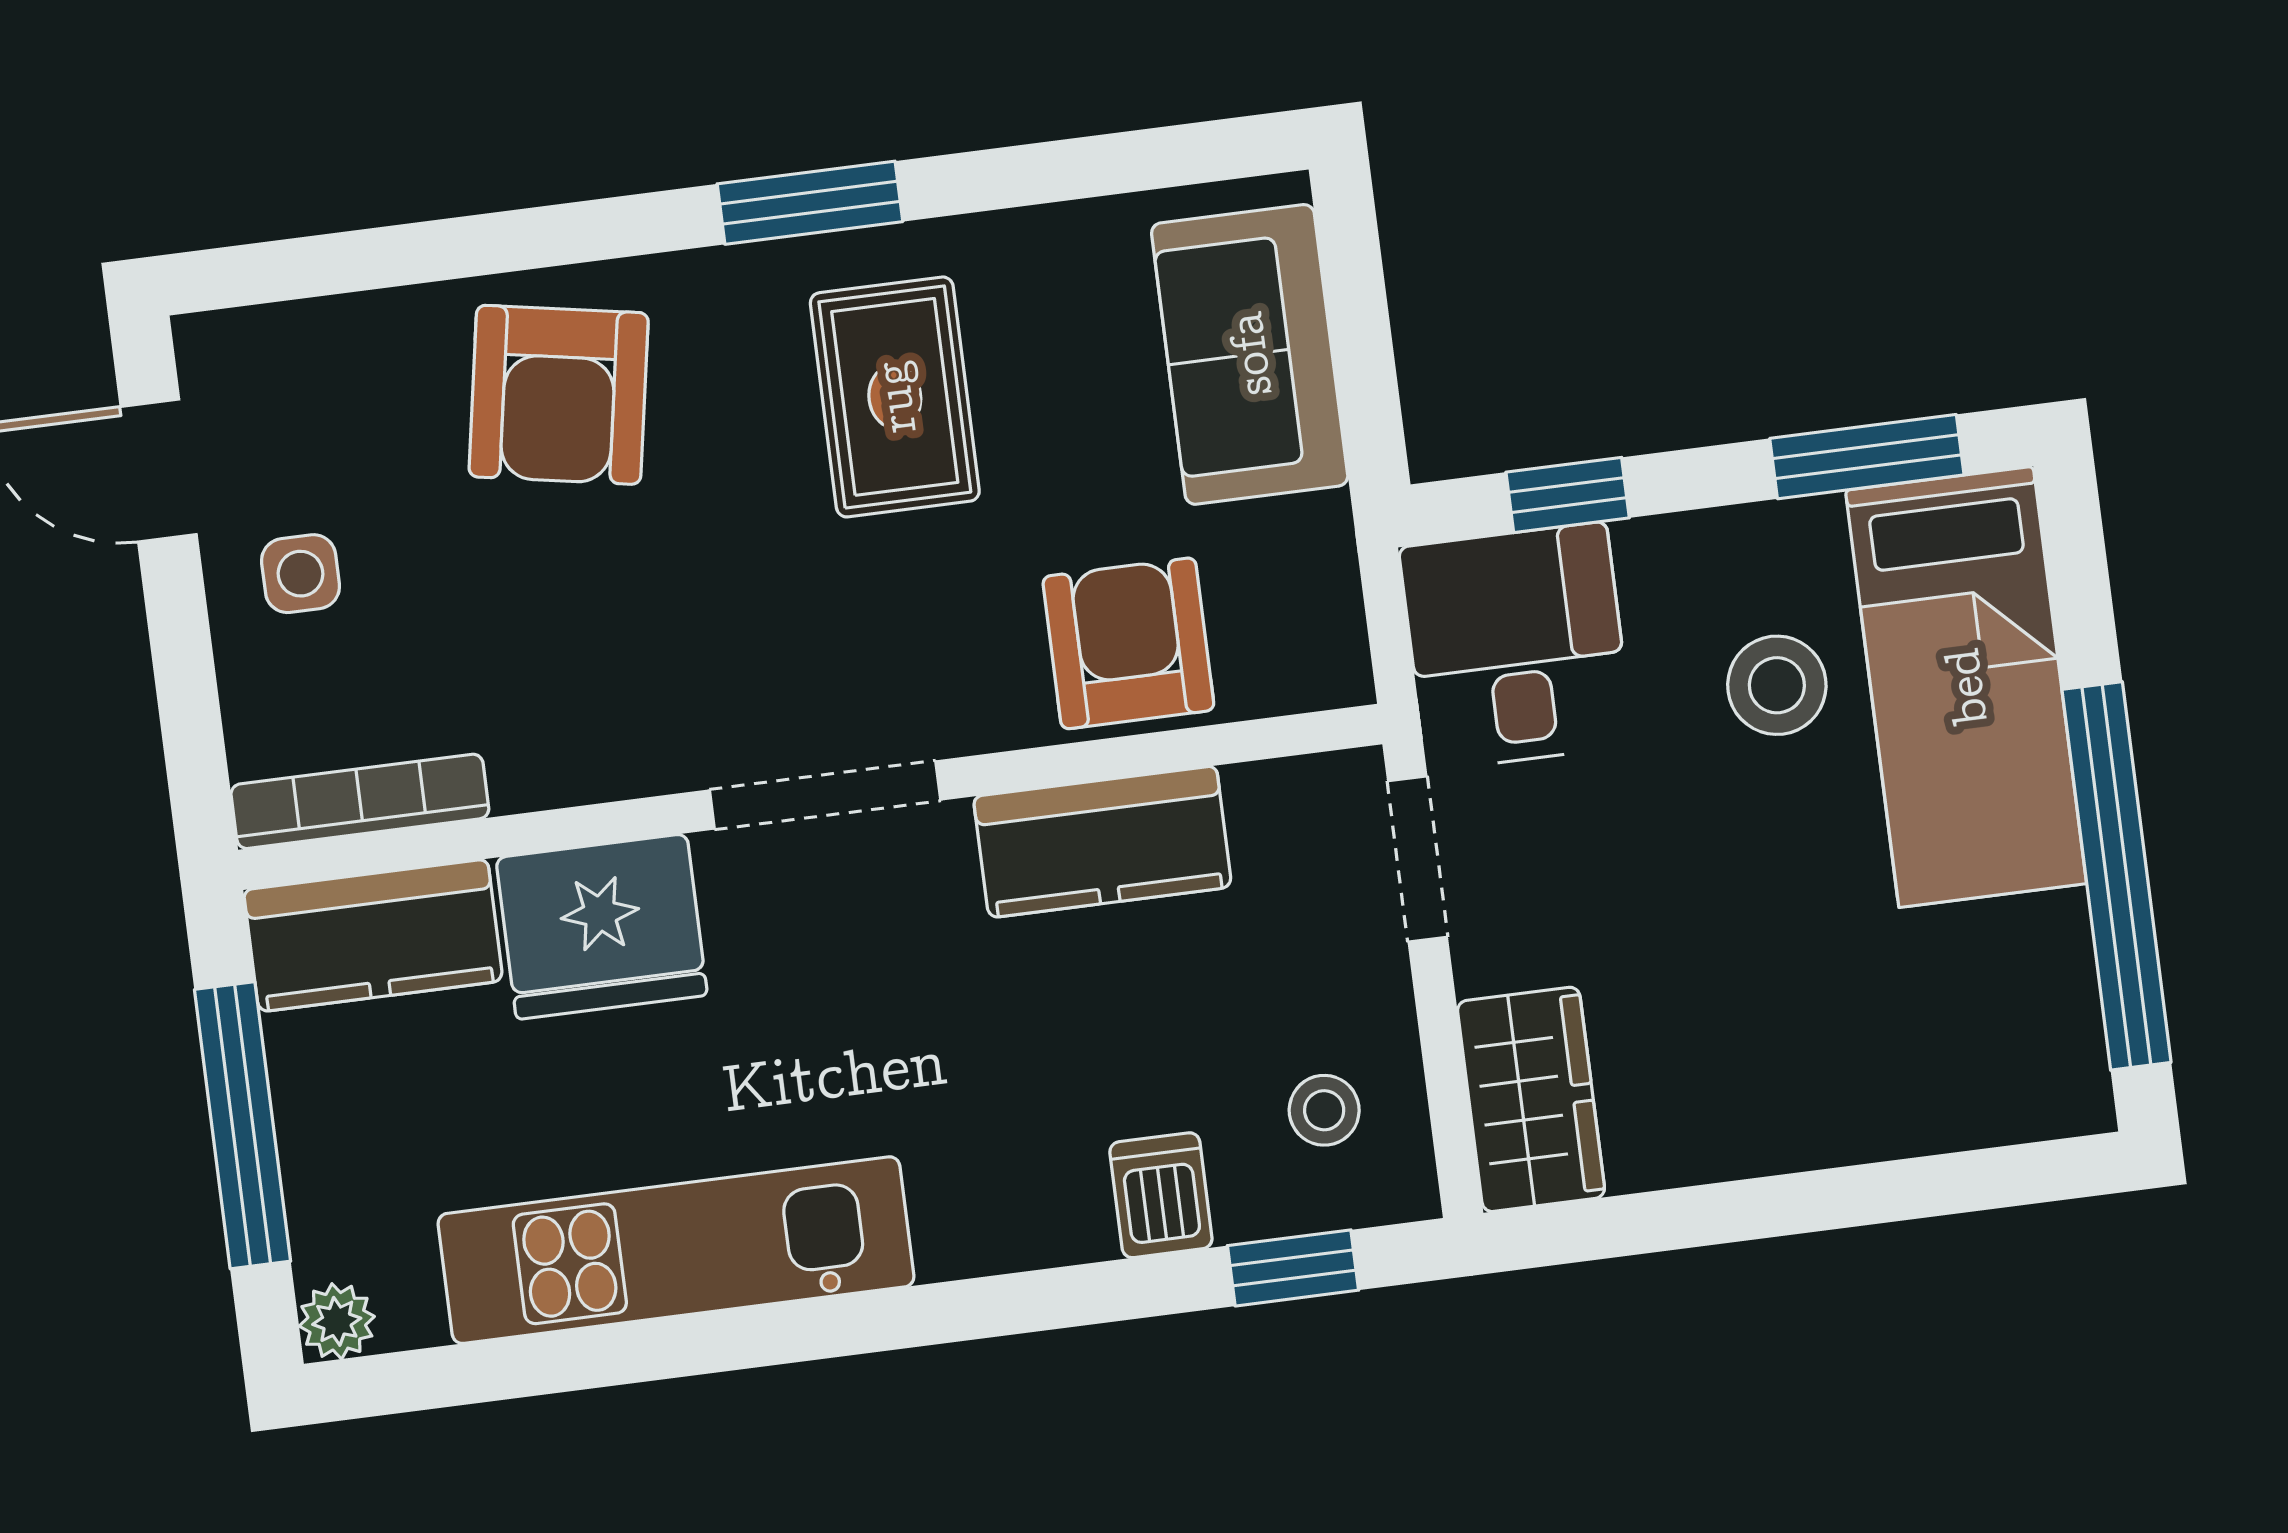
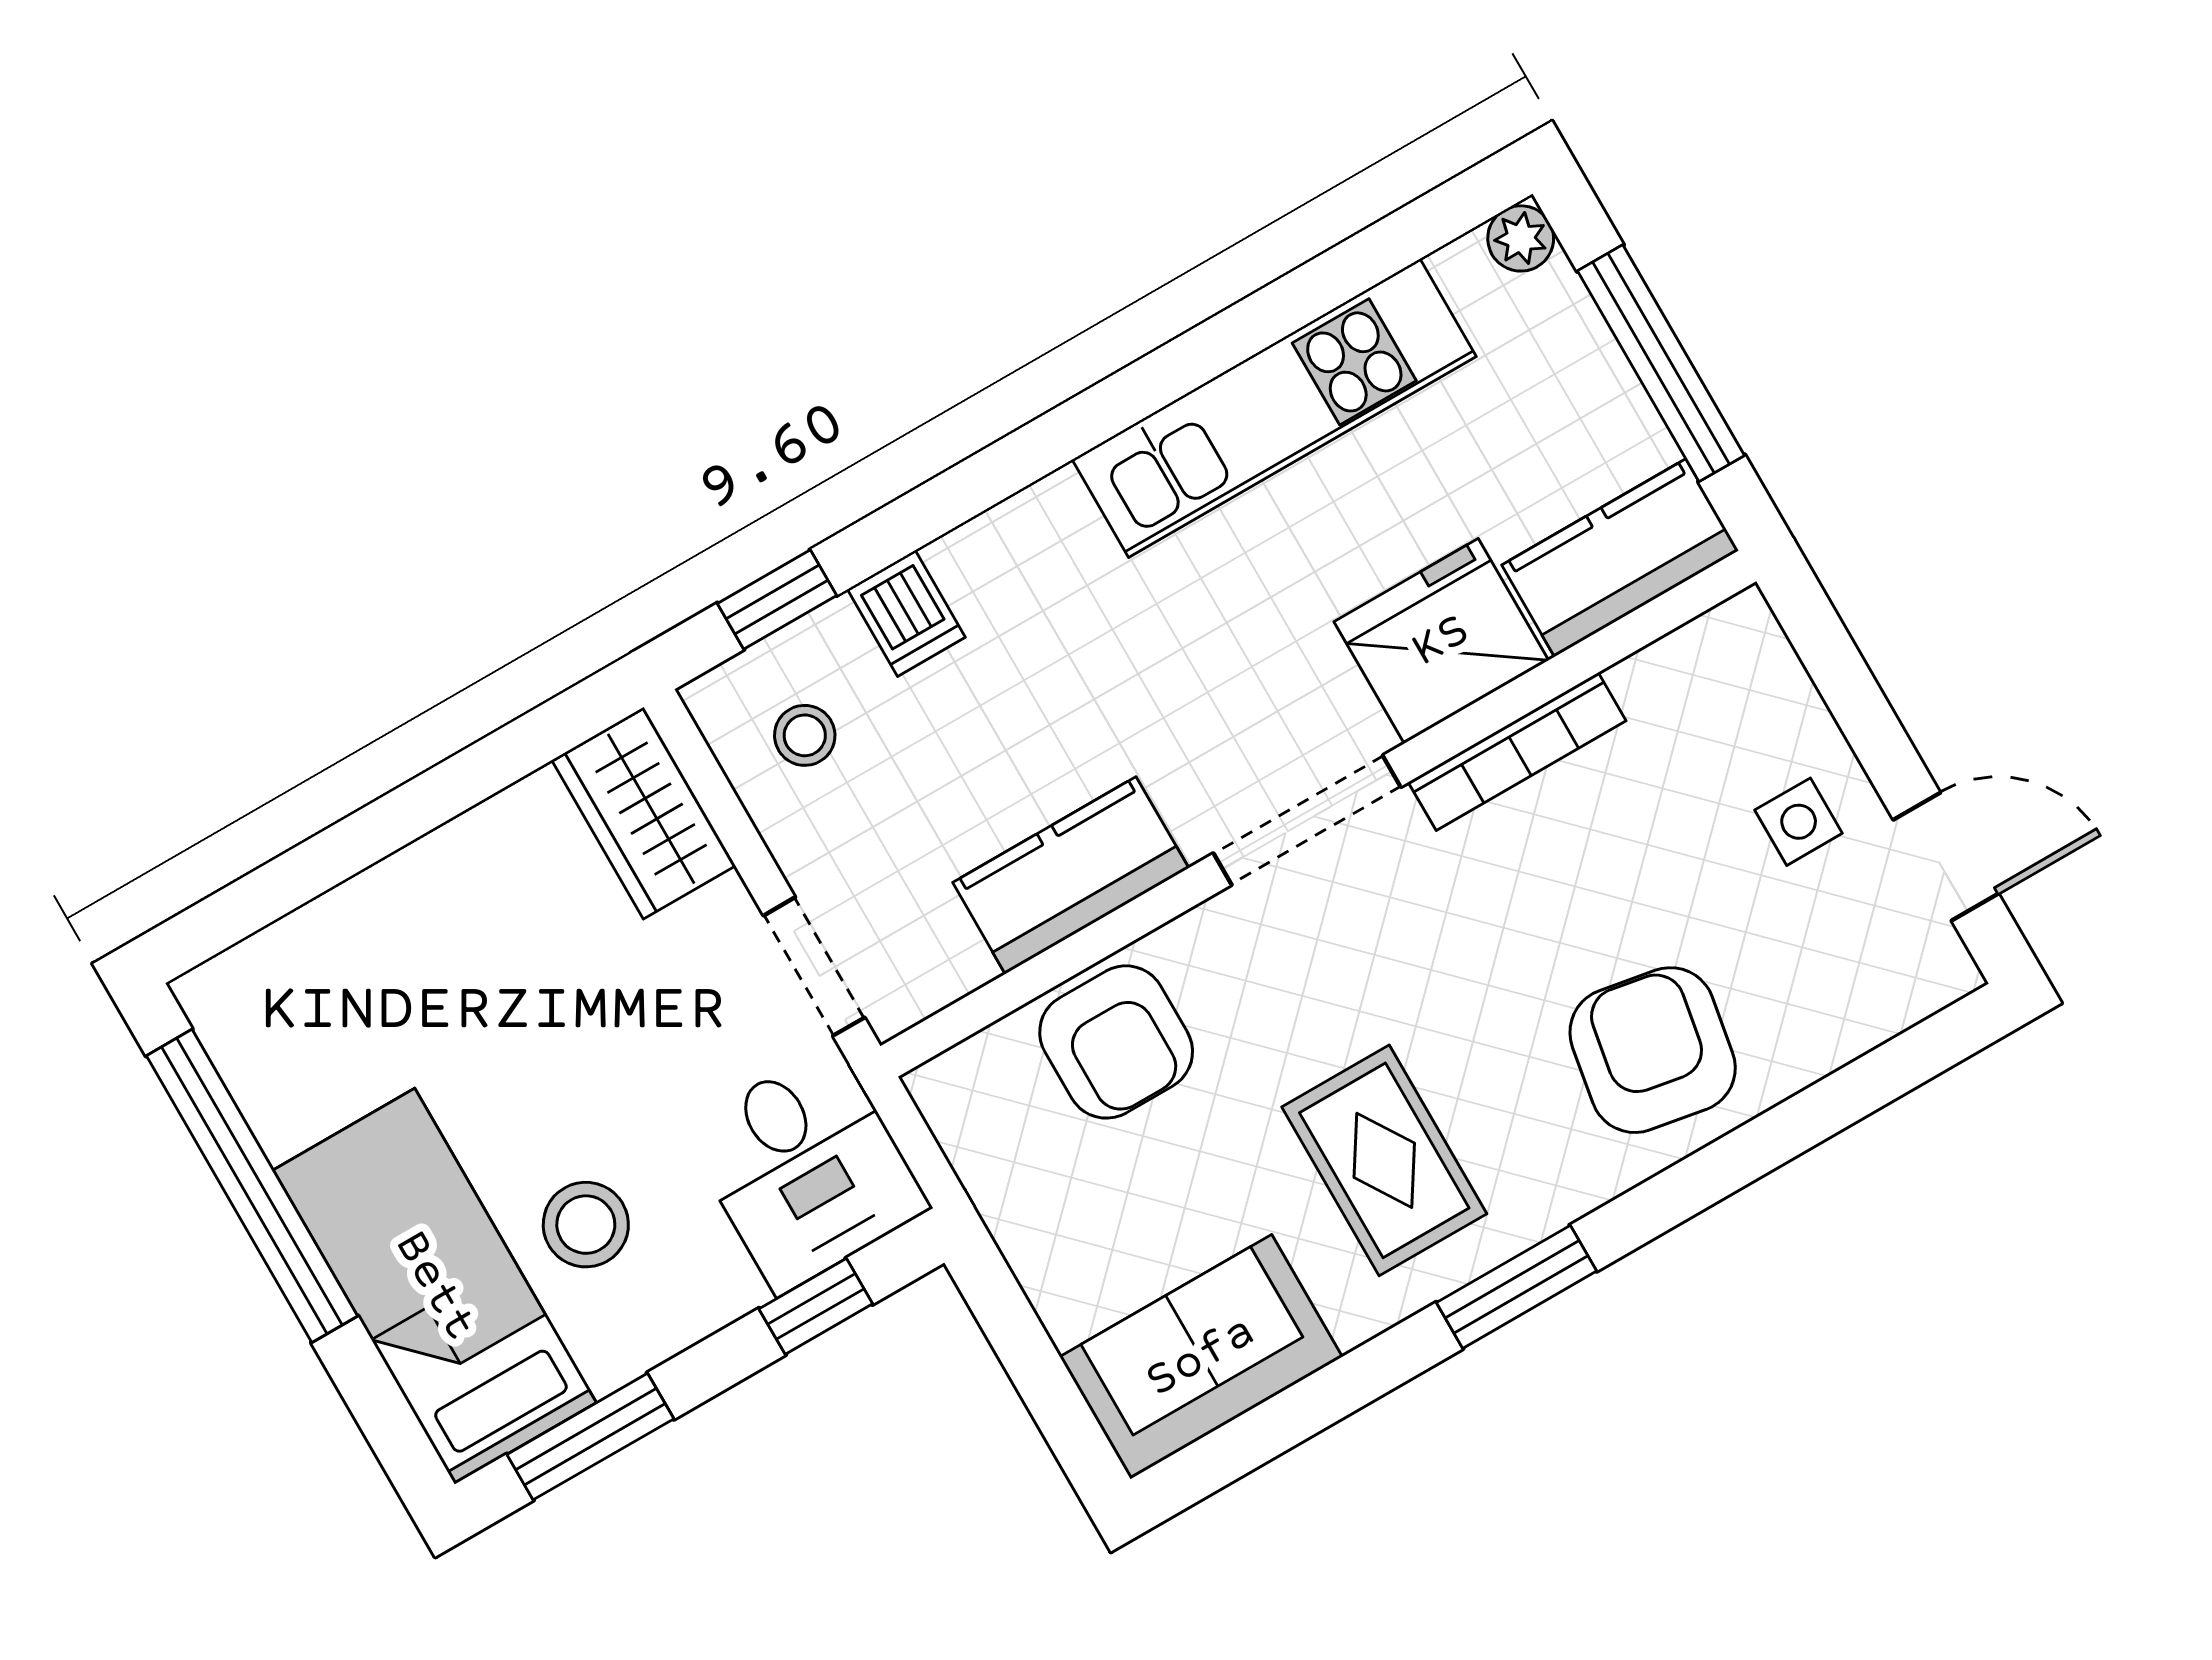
sofa: (1250, 354) -> (1201, 1357), moved, turned -90
bookcase: (360, 801) -> (1517, 752), moved

